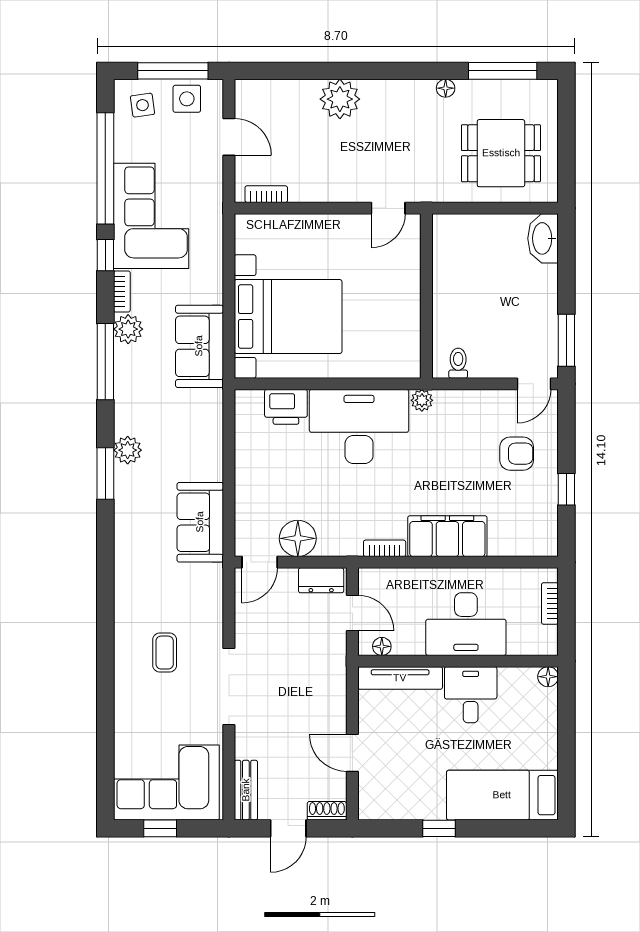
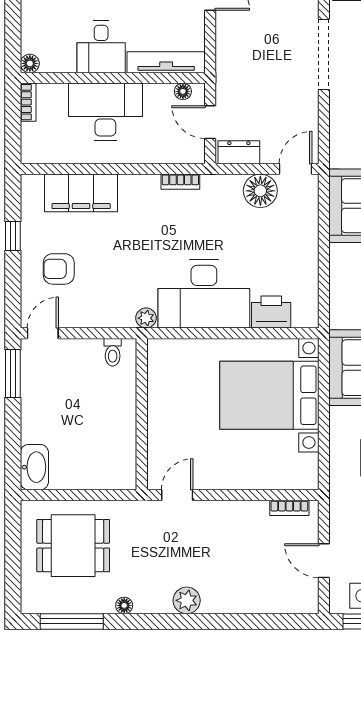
plant: (340, 99) -> (187, 600), moved, width x0.73, depth x0.73
filing cabinet: (447, 536) -> (81, 193), moved
bookcase: (550, 603) -> (28, 102), moved

